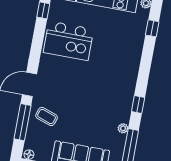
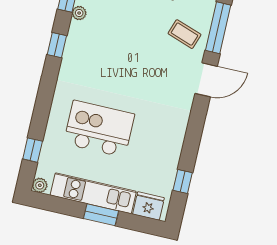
kitchen island: (68, 41) -> (99, 129), moved

